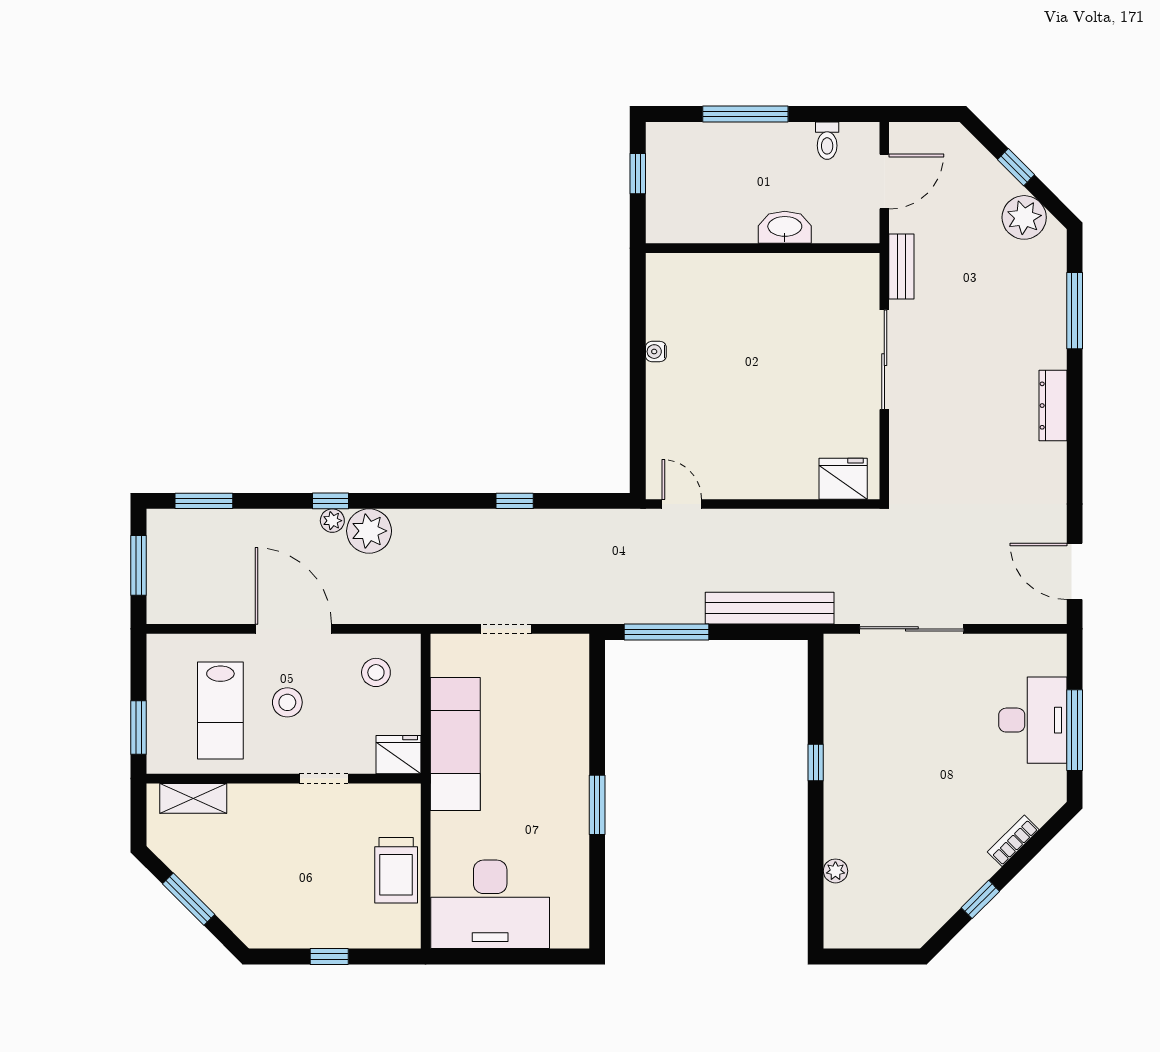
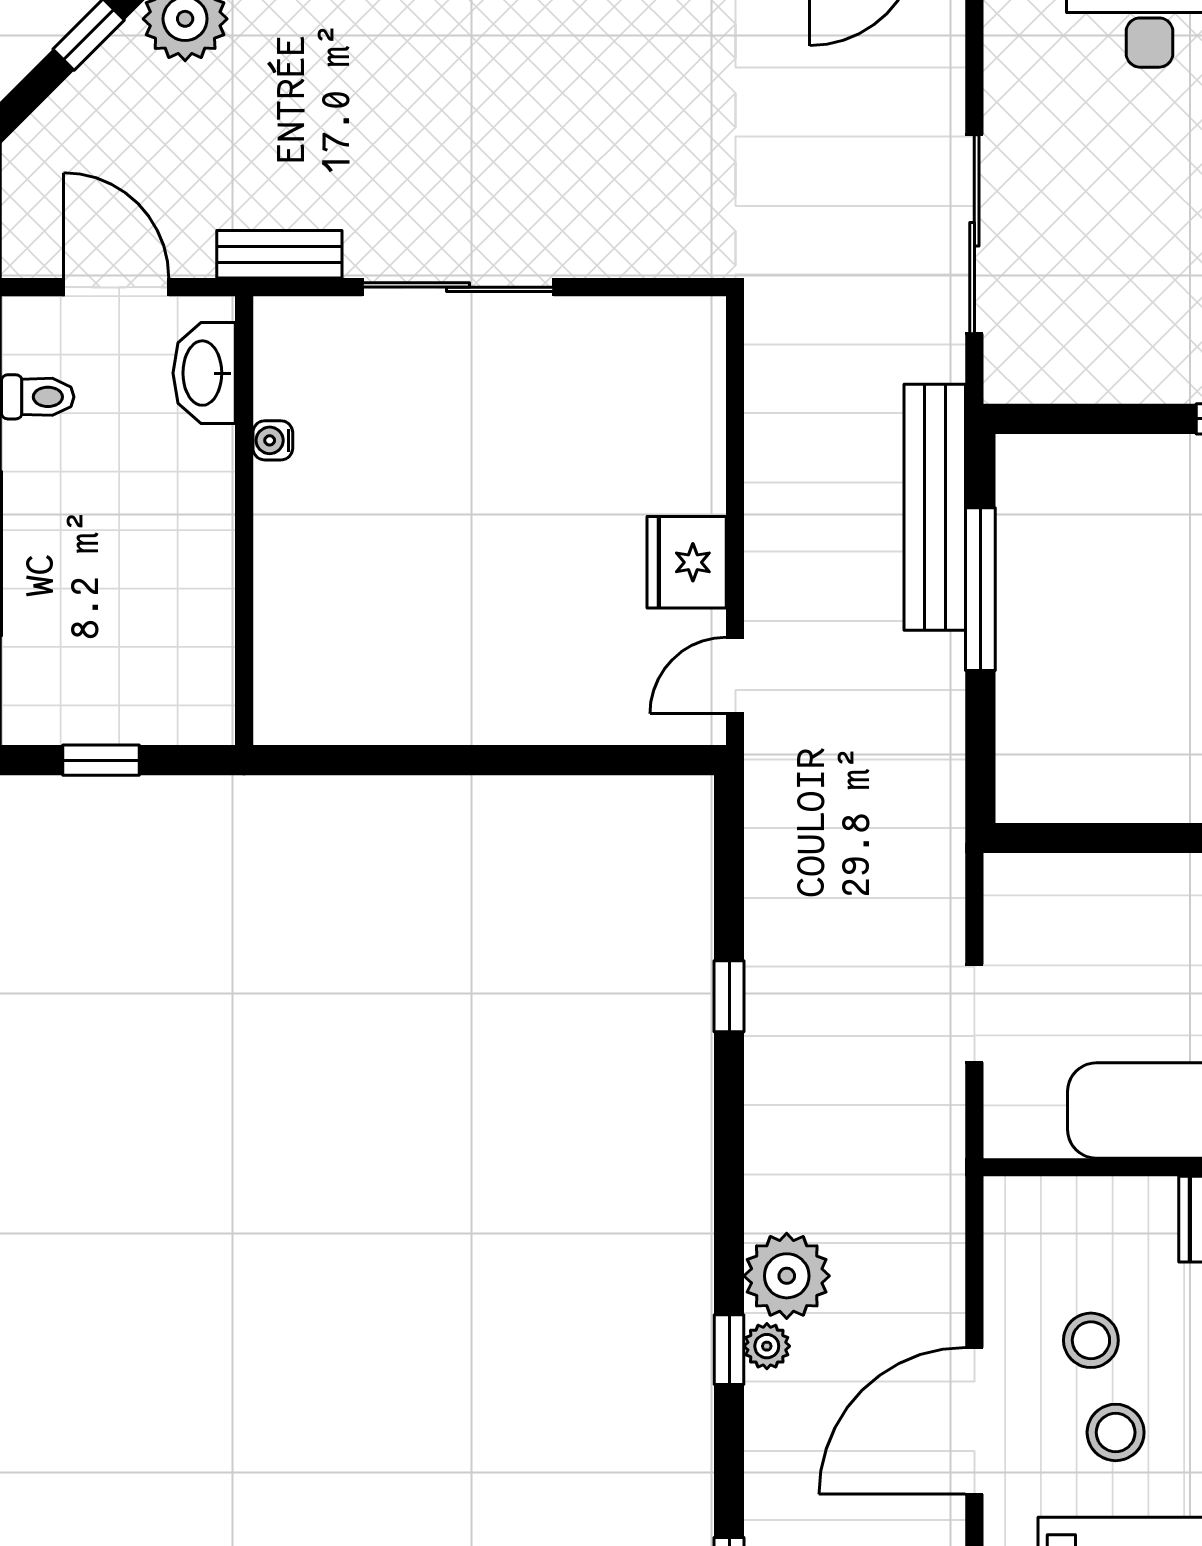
washbasin: (785, 227) -> (204, 373), moved
water cooler: (656, 352) -> (273, 440), moved, turned 90
fridge: (843, 479) -> (687, 562), moved
window: (667, 632) -> (980, 589), moved
stool: (376, 672) -> (1091, 1340), moved

